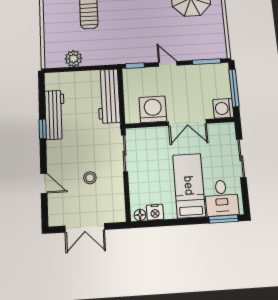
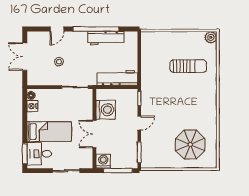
plant: (74, 59) -> (147, 53), removed
window: (43, 129) -> (96, 29), width x3.17

